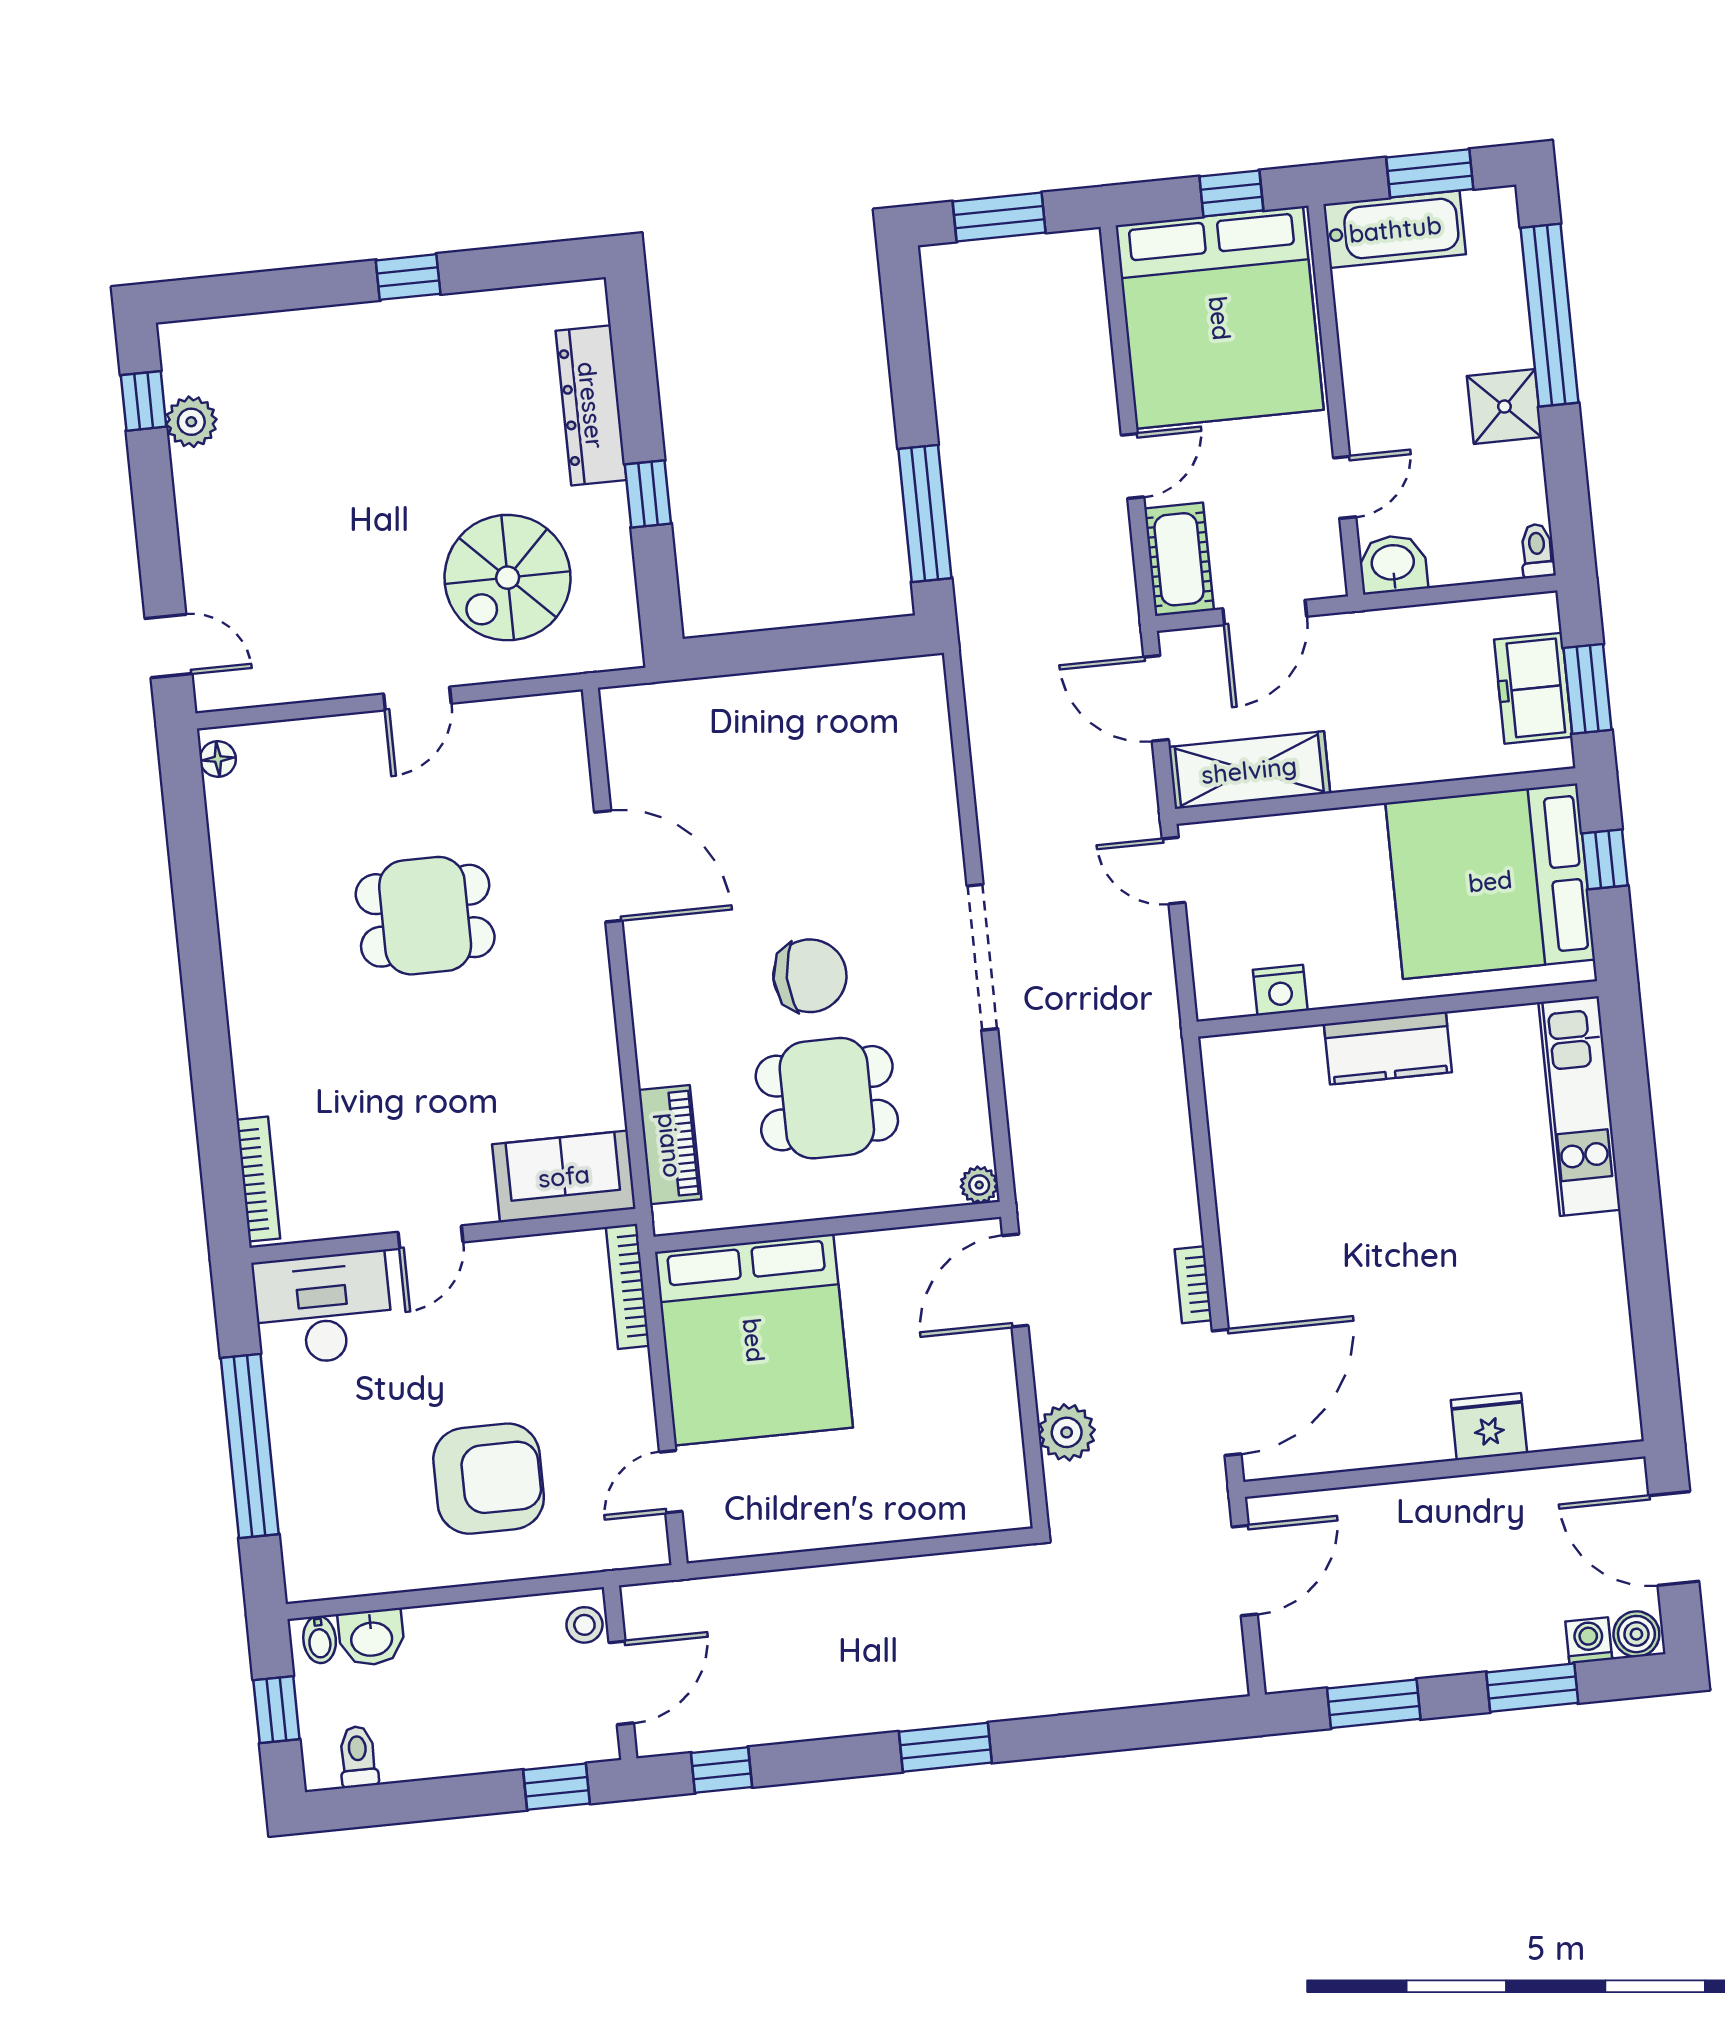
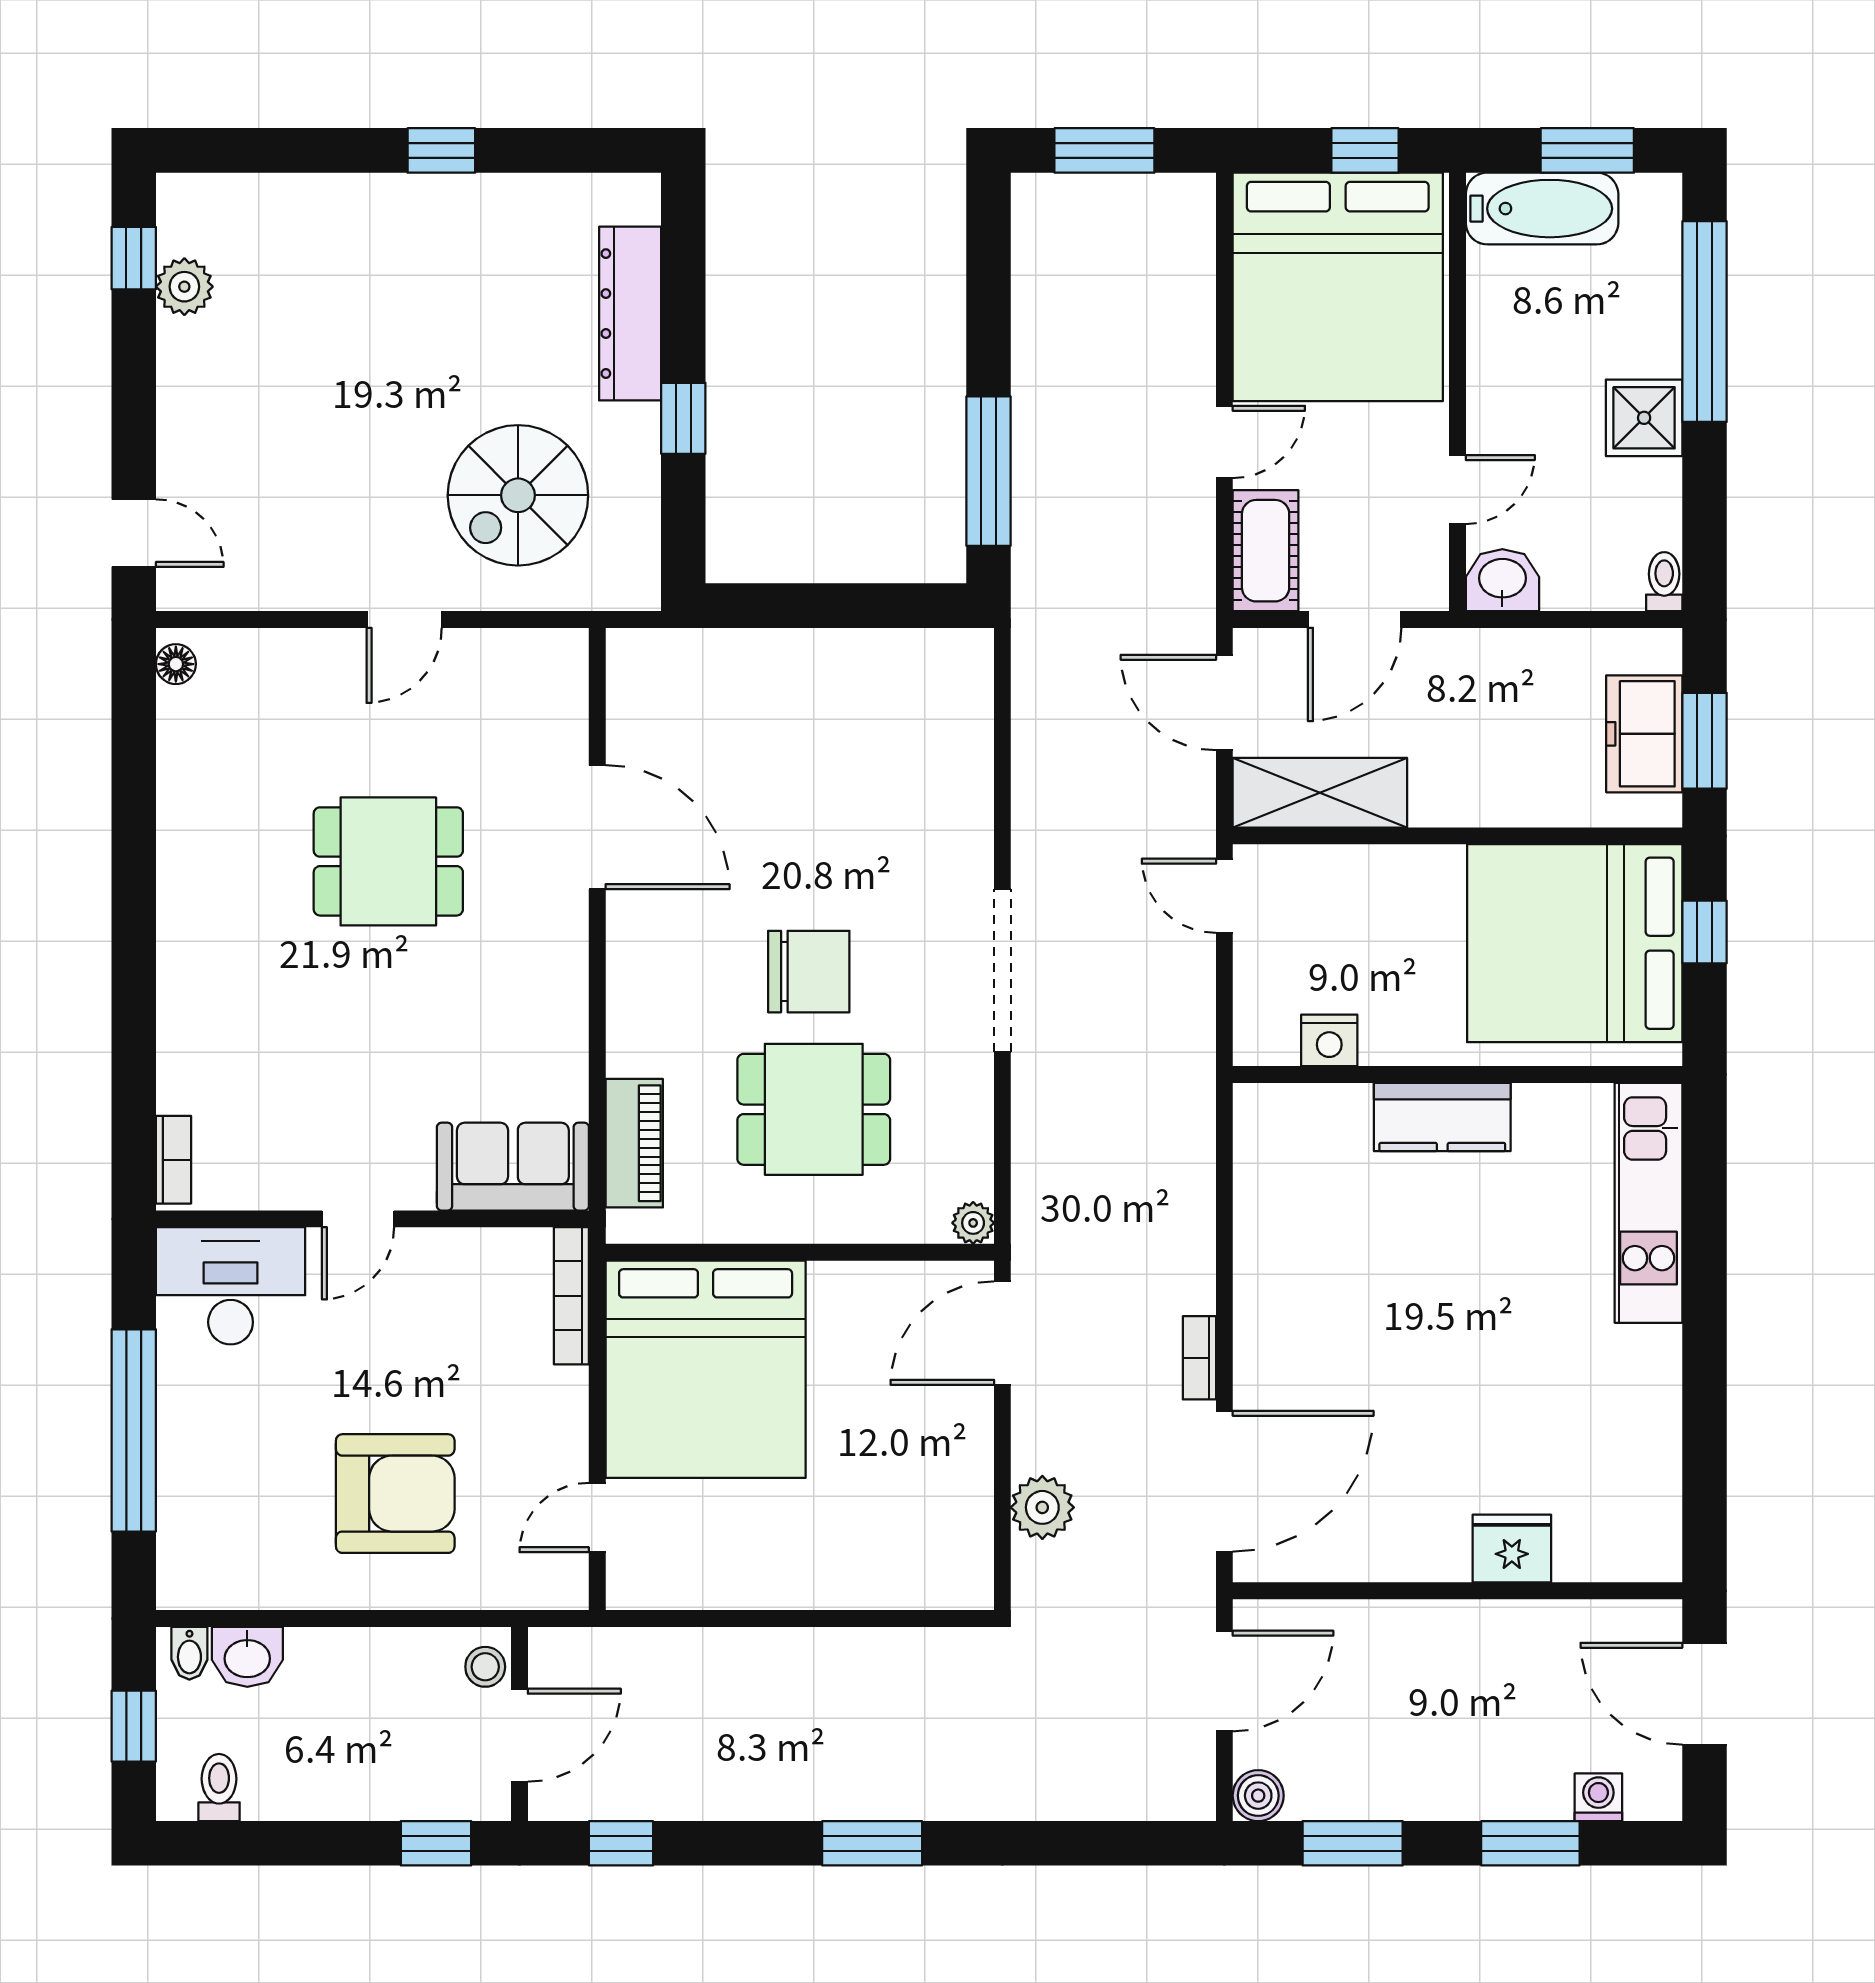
bookcase: (258, 1179) -> (173, 1160), width x0.64
boiler: (1636, 1634) -> (1258, 1796), moved

